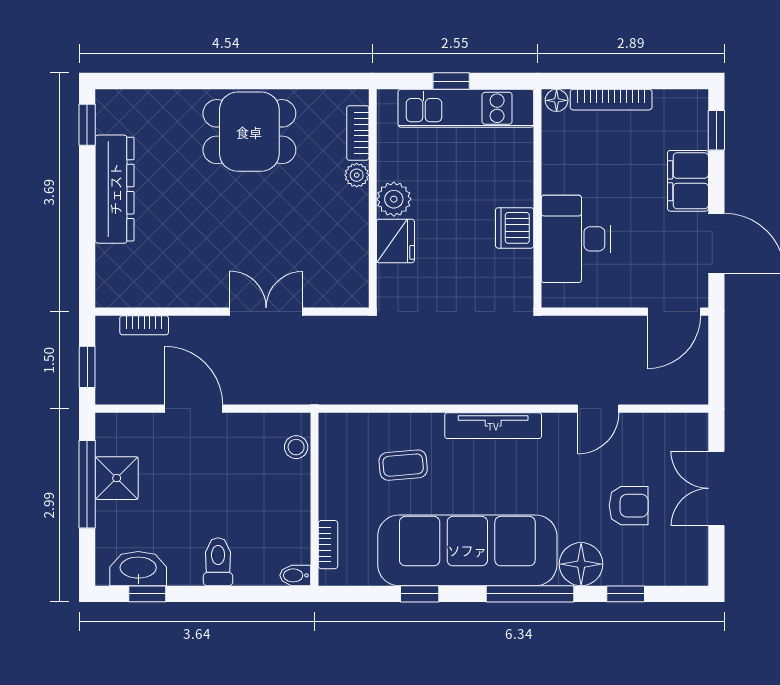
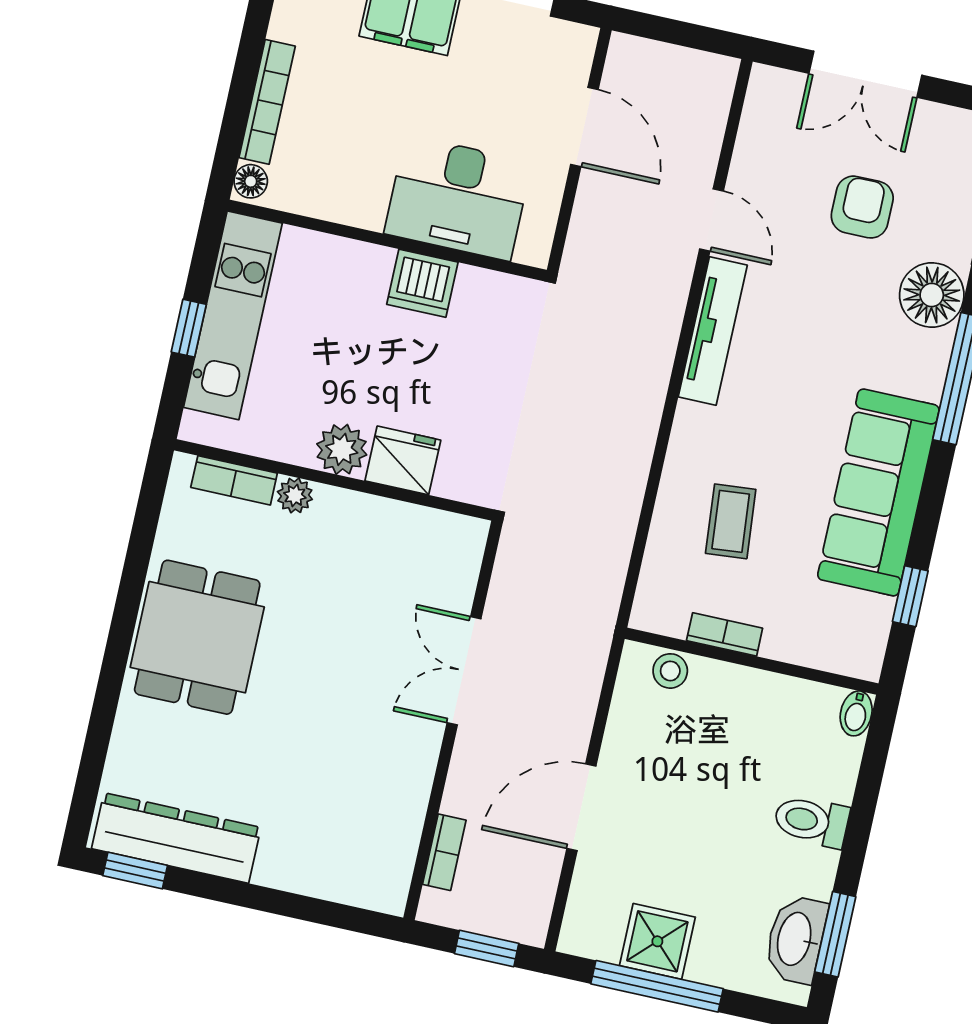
dresser: (115, 189) -> (176, 838), moved
door: (674, 312) -> (584, 127), moved
tv unit: (493, 426) -> (713, 331), moved
bookcase: (328, 545) -> (725, 634), moved
sofa: (467, 550) -> (878, 492), width x0.74, depth x0.79
window: (147, 594) -> (835, 934), width x1.50
window: (420, 594) -> (910, 596), moved

